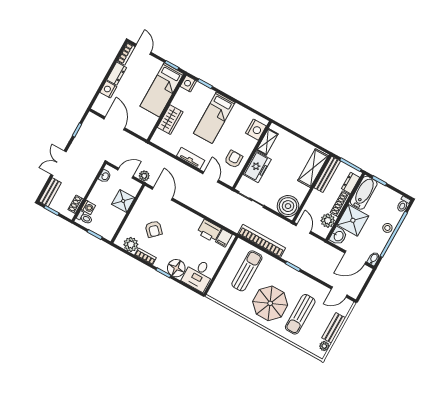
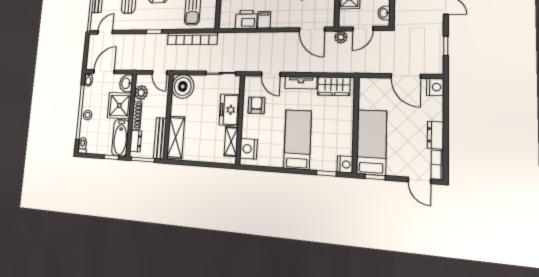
nightstand: (108, 89) -> (435, 87), moved
wardrobe: (170, 120) -> (334, 86), moved, turned -90
armchair: (234, 159) -> (256, 105), turned 180
filing cabinet: (224, 238) -> (264, 20), moved

